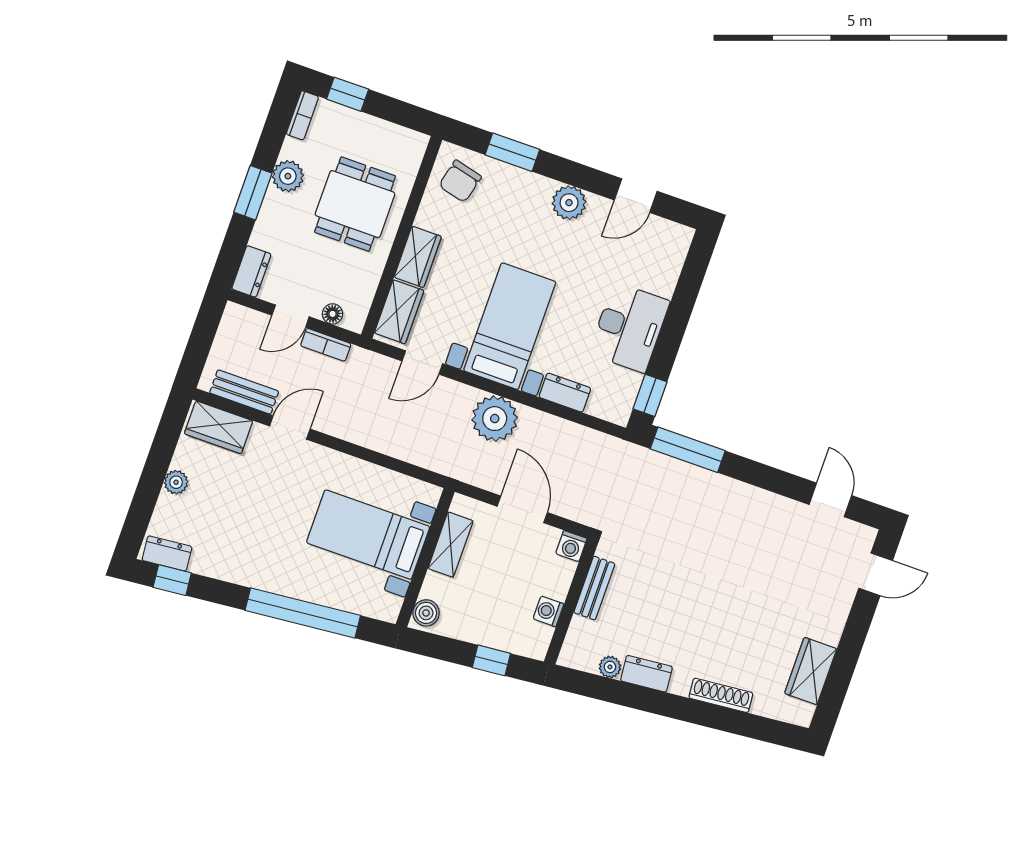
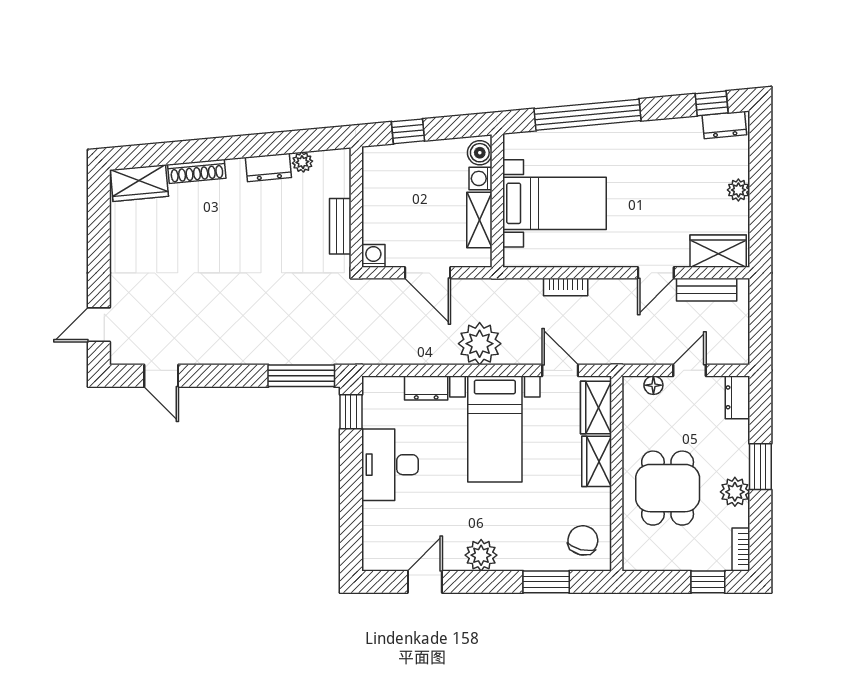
bookcase: (326, 345) -> (566, 287), moved, turned 180
door: (422, 362) -> (560, 370), hinge flipped
washing machine: (549, 611) -> (481, 178), moved, turned 180
wardrobe: (811, 671) -> (139, 183), moved, turned 85

